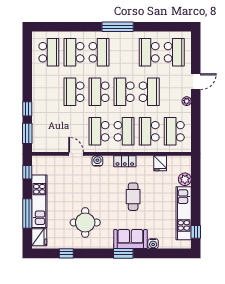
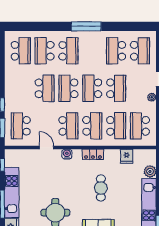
school desk: (74, 92) -> (45, 88), turned 180
school desk: (49, 131) -> (21, 126), added
school desk: (99, 131) -> (68, 126), turned 180
school desk: (149, 131) -> (116, 126), turned 180

